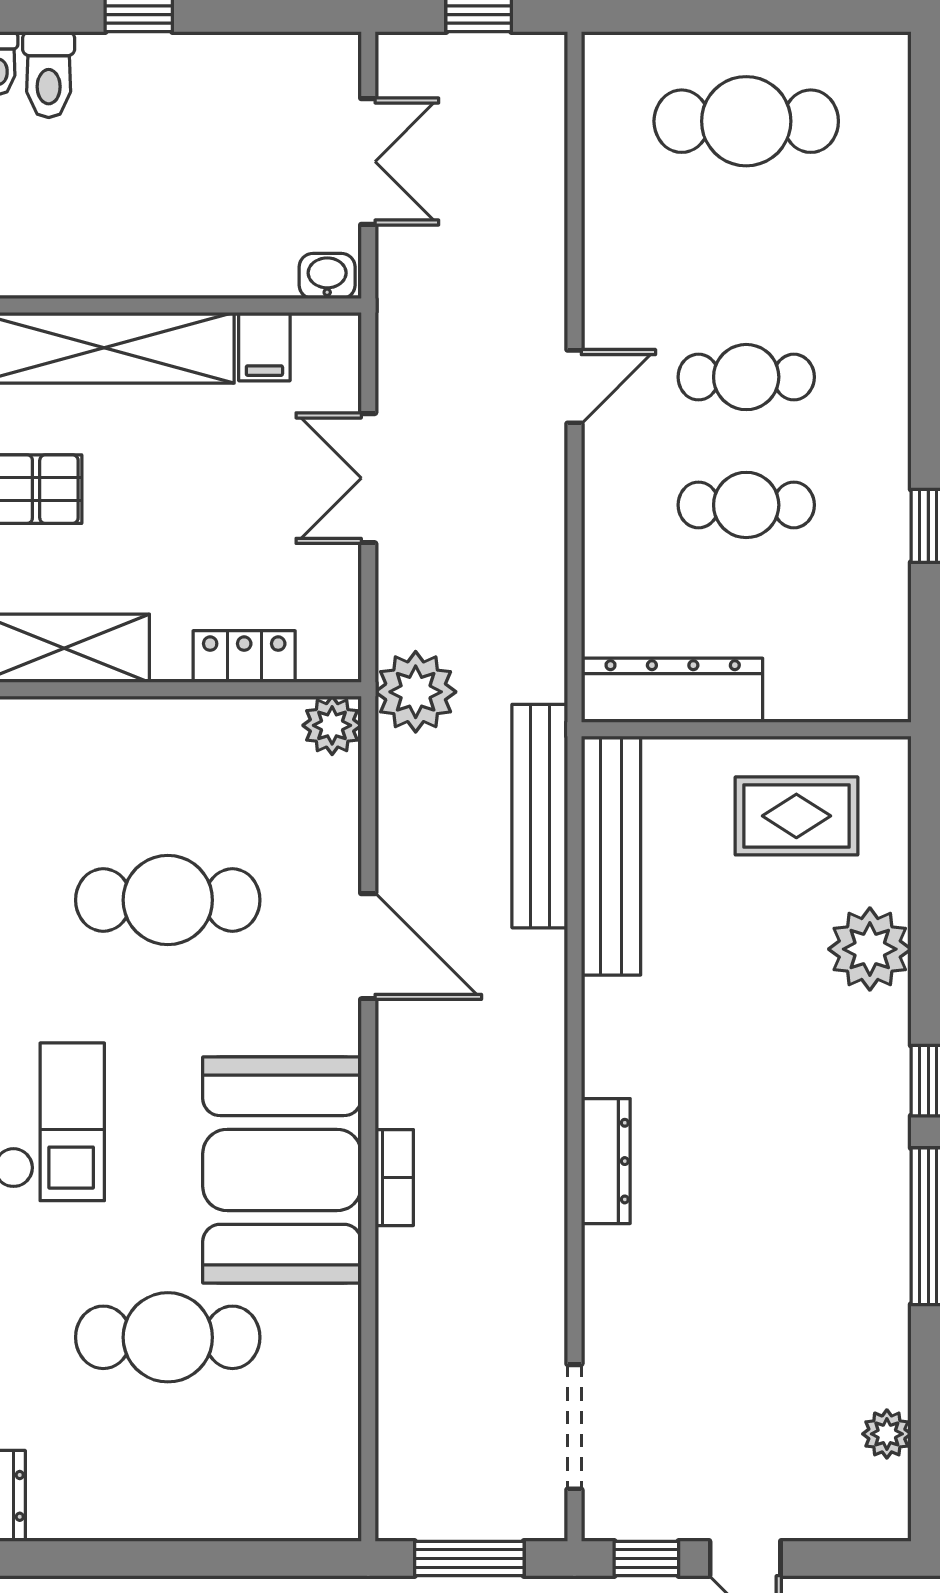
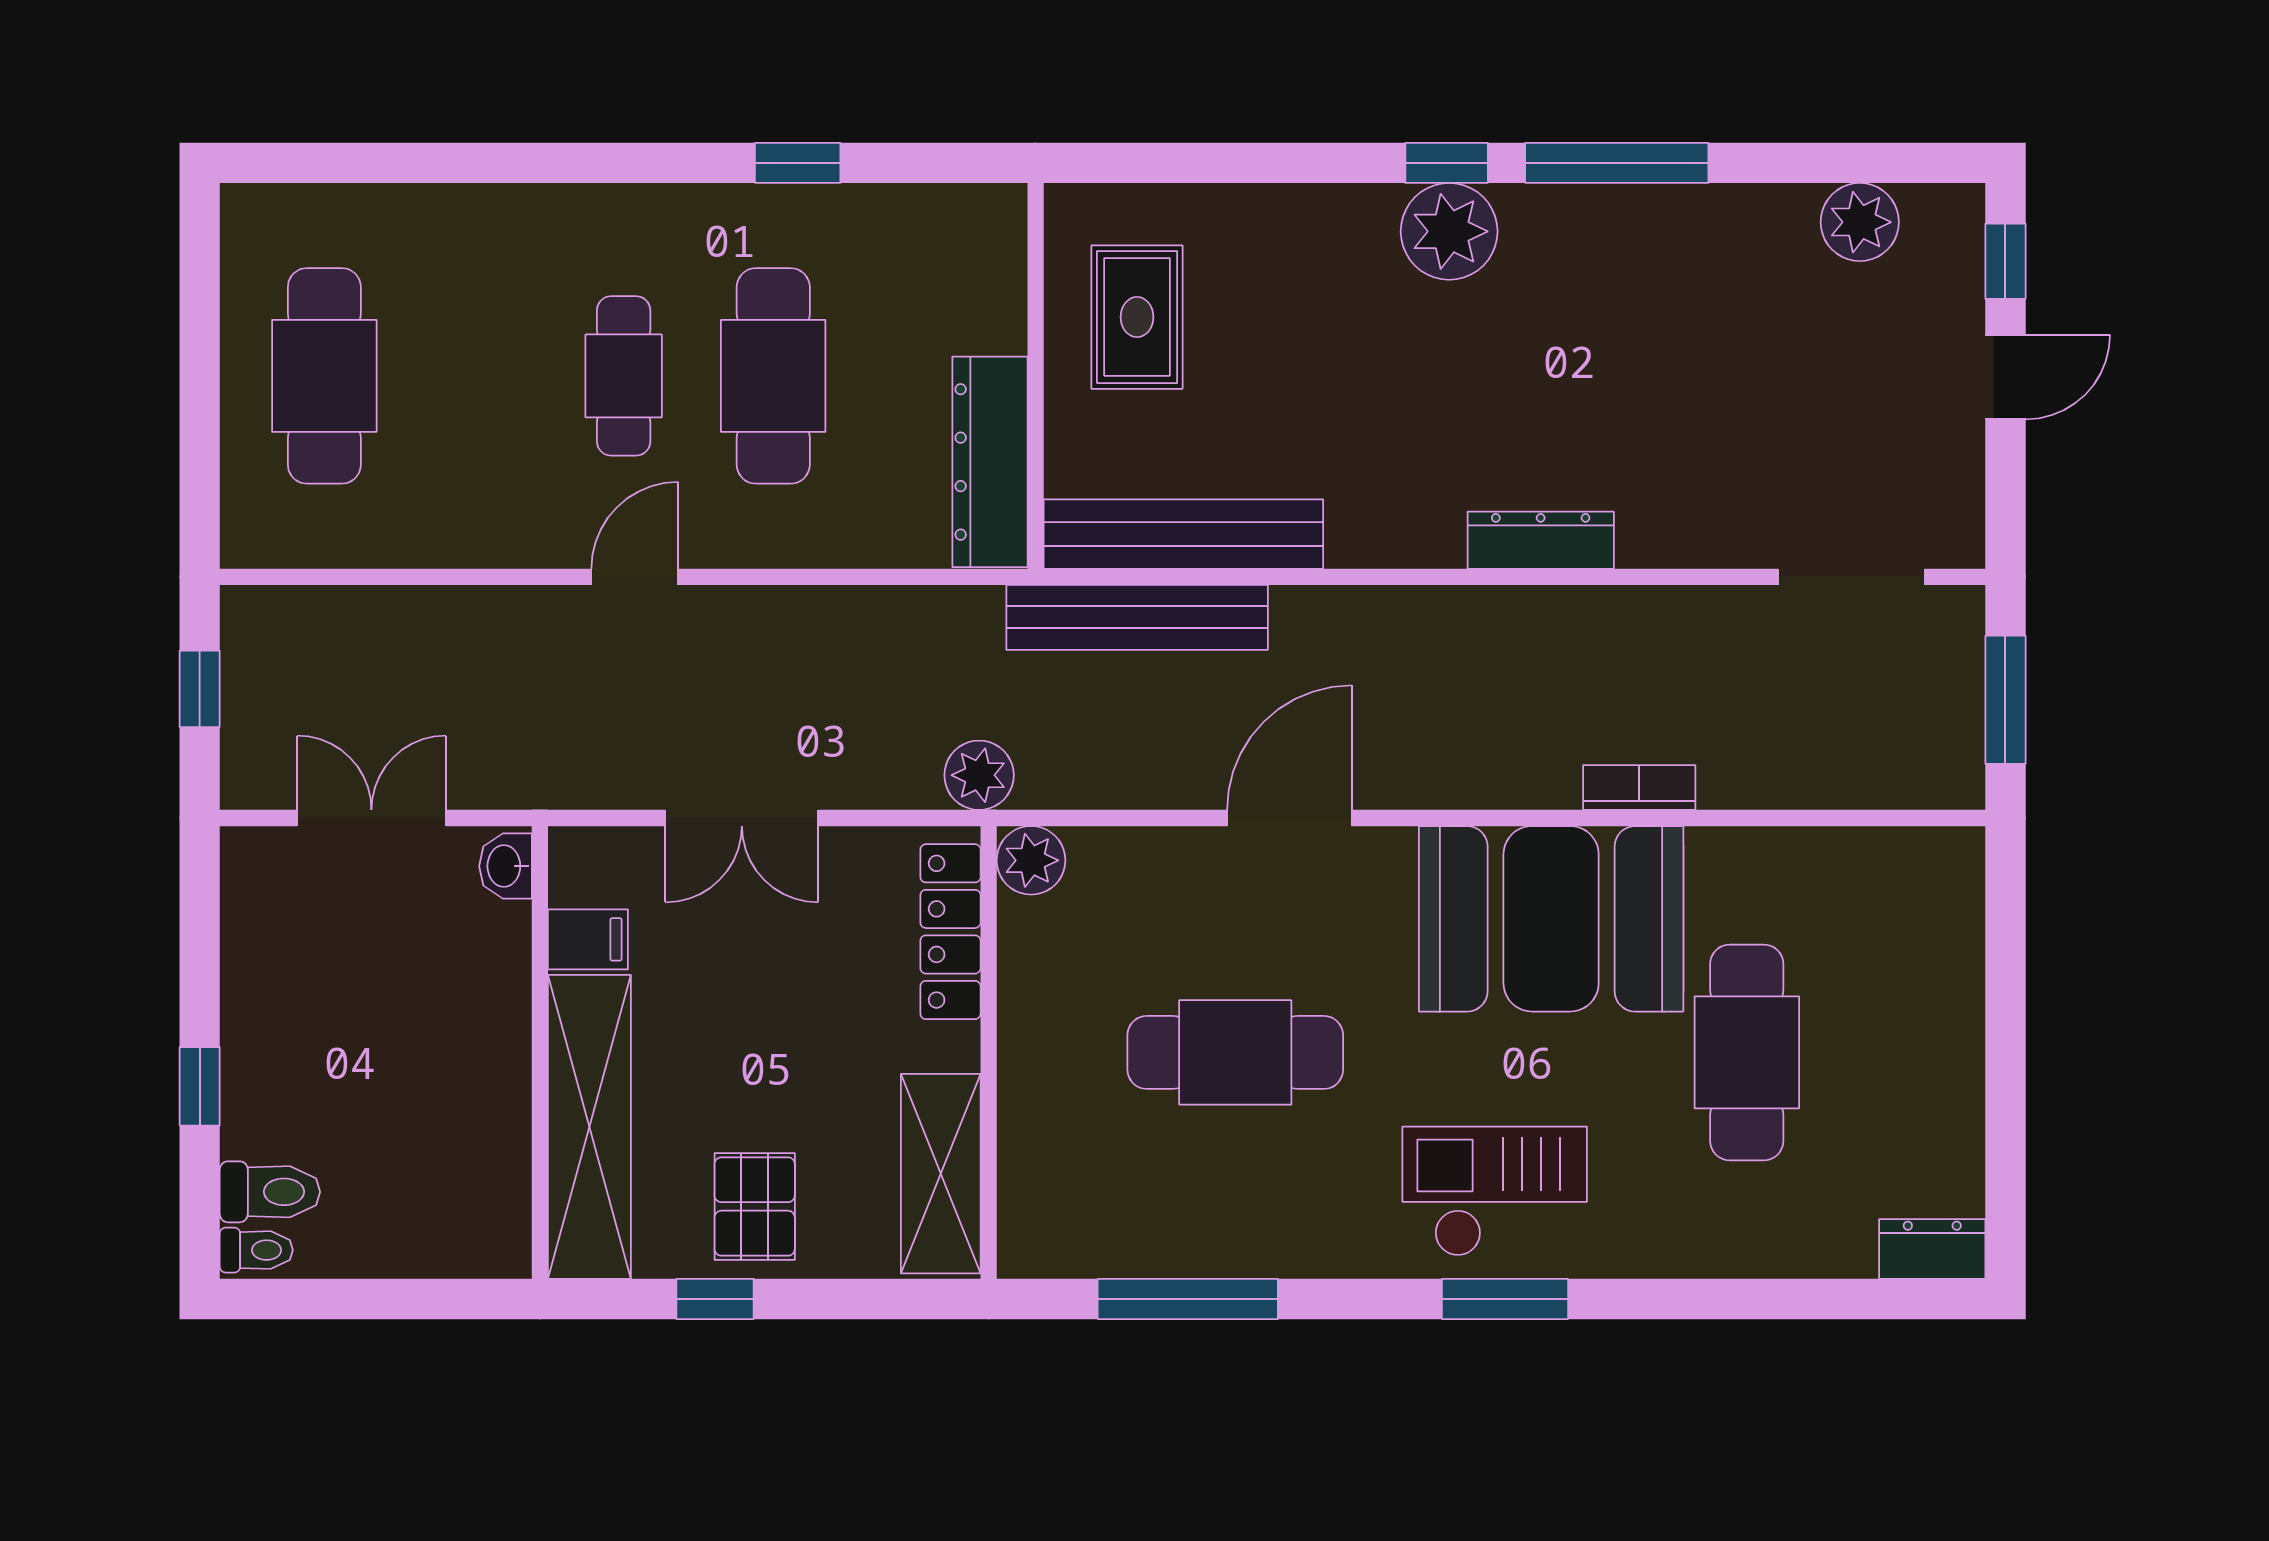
door: (574, 387) -> (635, 577), hinge flipped
cafe table: (746, 505) -> (773, 376), width x1.37, depth x1.35
locker: (244, 657) -> (950, 932), width x1.53
plant: (416, 692) -> (979, 775), width x0.73, depth x0.73
cafe table: (168, 900) -> (1235, 1052), turned 90
plant: (870, 949) -> (1449, 231), moved
bookcase: (394, 1178) -> (1639, 787), moved
plant: (887, 1434) -> (1860, 222), width x1.38, depth x1.38
window: (646, 1558) -> (2005, 261), moved

